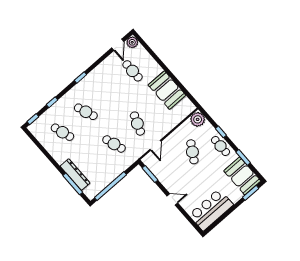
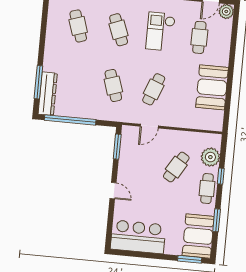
checkout: (109, 89) -> (160, 32), added
plant: (198, 119) -> (210, 157), moved
dresser: (75, 175) -> (48, 94), moved

